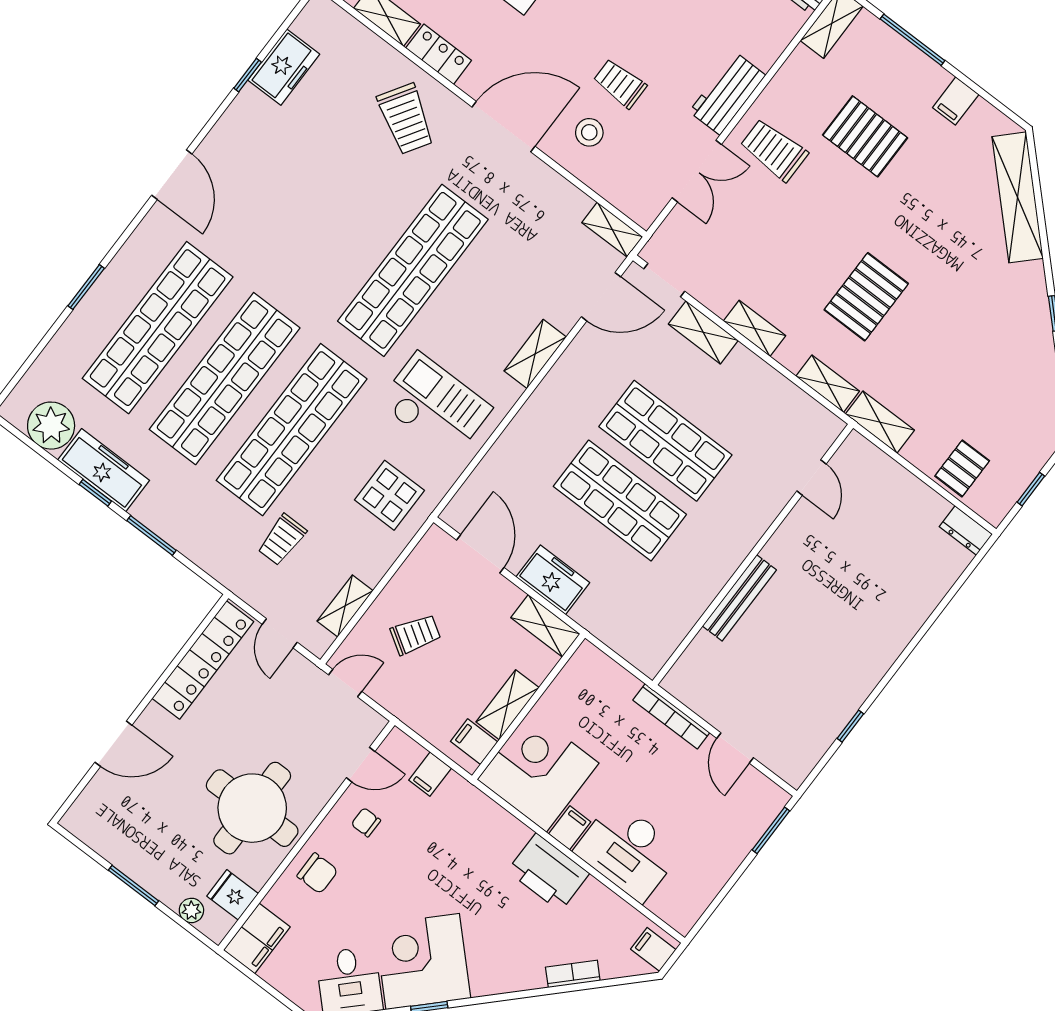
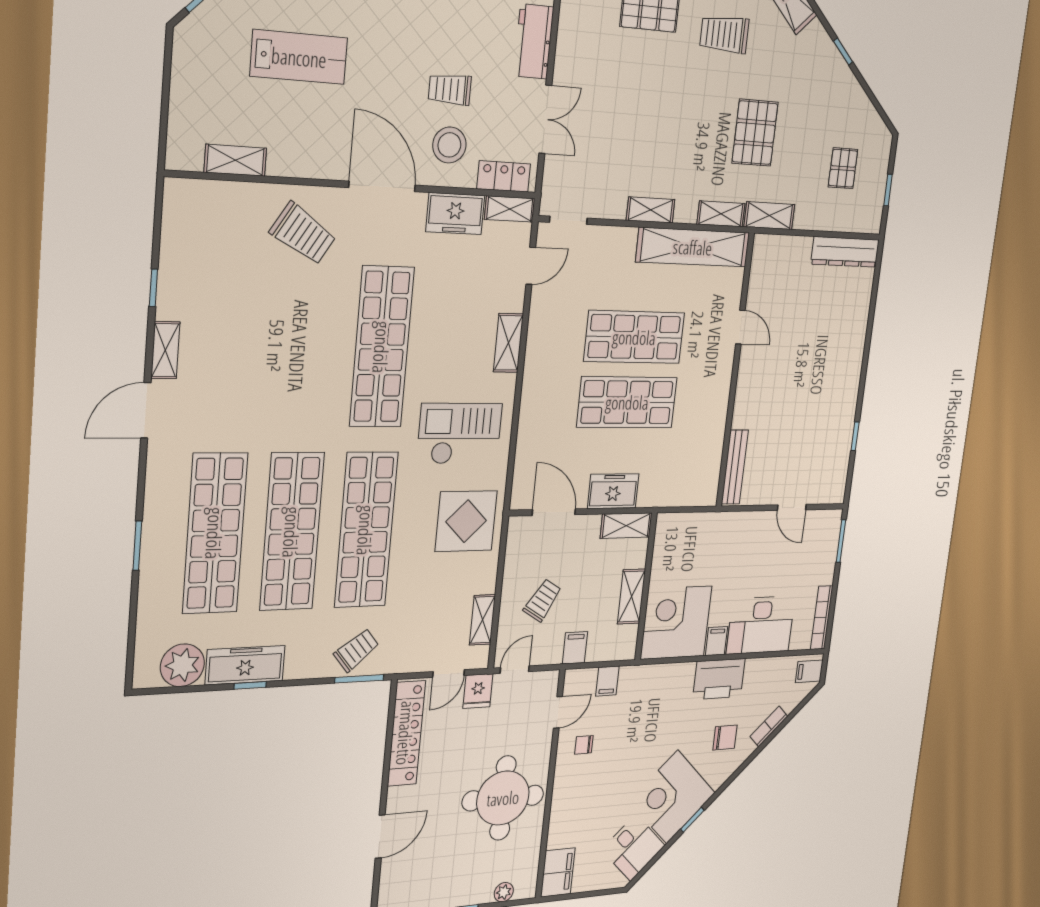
locker: (439, 54) -> (504, 176), moved
freezer: (284, 67) -> (455, 214), moved, turned 90
door: (503, 127) -> (382, 186), hinge flipped
stool: (589, 132) -> (449, 145), width x1.38, depth x1.38
shelving: (222, 135) -> (165, 350), added
trolley: (774, 150) -> (724, 34), moved
door: (172, 175) -> (146, 410), swing flipped
door: (601, 297) -> (531, 266), width x0.73
pallet: (866, 297) -> (755, 133), moved
shelving: (703, 332) -> (693, 247), moved, width x2.20, depth x1.33
pallet: (962, 468) -> (843, 168), moved
door: (811, 478) -> (740, 327), moved
display table: (389, 495) -> (466, 521), width x1.36, depth x1.36
dresser: (966, 530) -> (845, 252), width x1.96, depth x1.24
window: (151, 536) -> (359, 679), moved
trolley: (282, 540) -> (356, 650), moved, turned -129
bench: (739, 598) -> (735, 467), moved
door: (280, 633) -> (449, 674), hinge flipped
bookcase: (671, 716) -> (822, 618), moved, turned 90
filing cabinet: (474, 742) -> (575, 648), moved, turned 90
chair: (317, 873) -> (725, 738), moved
fridge: (233, 895) -> (478, 691), moved, turned -90

